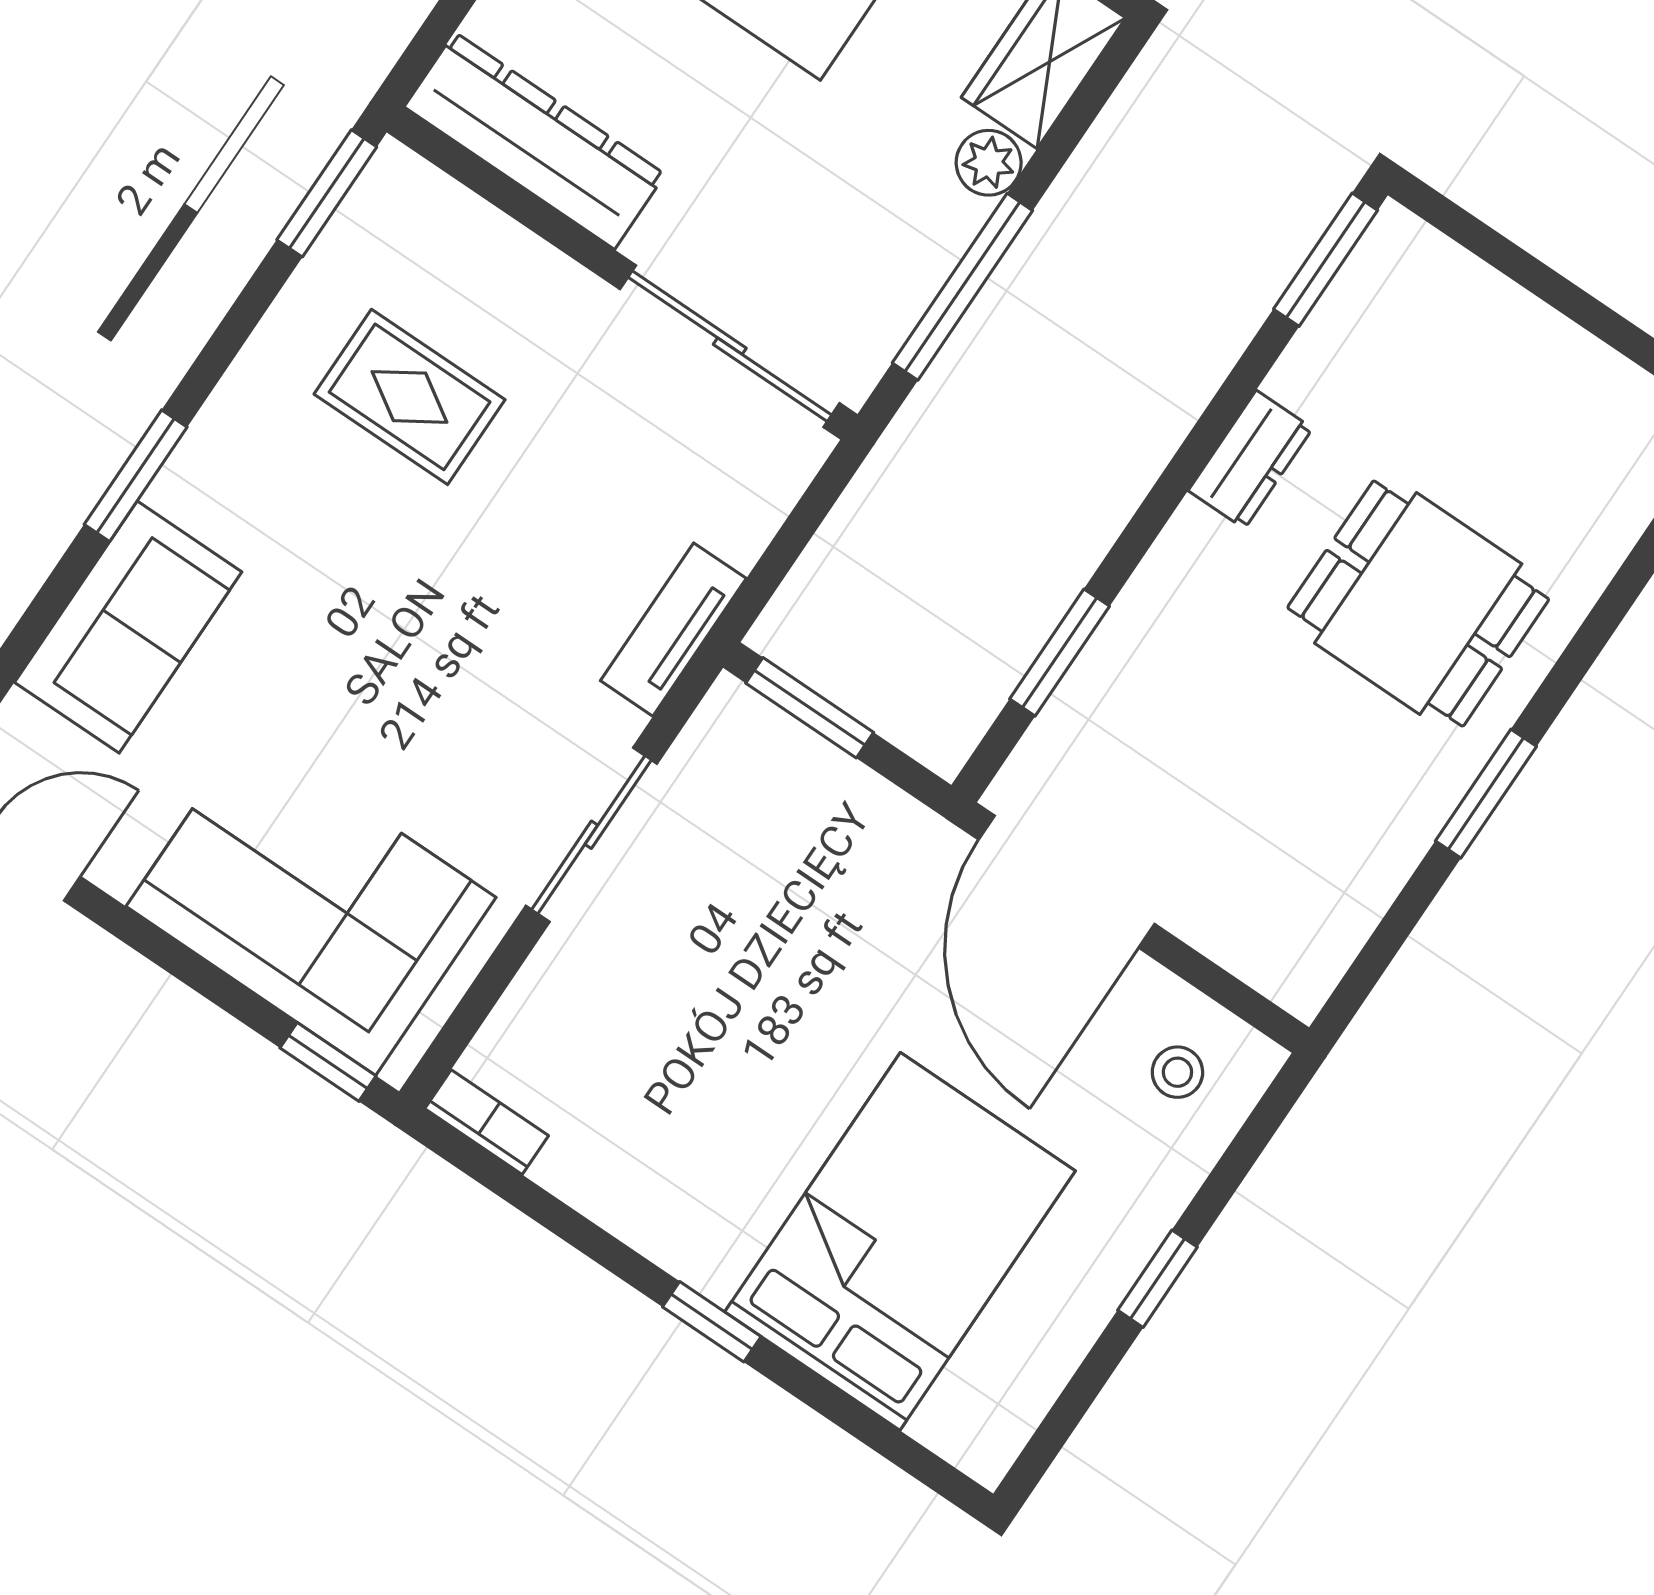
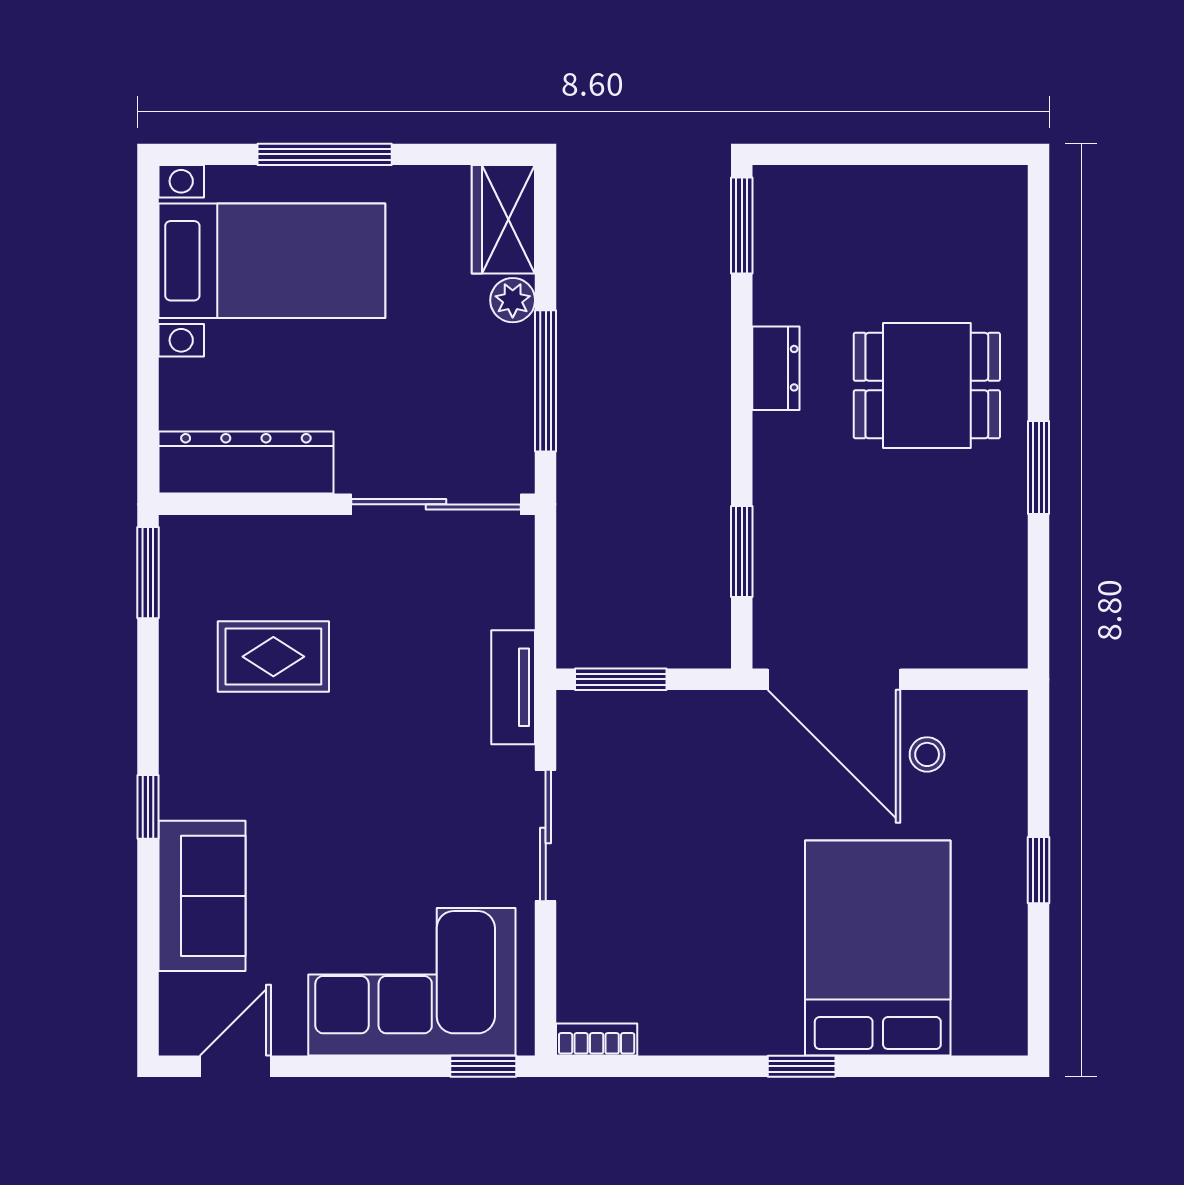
window: (136, 476) -> (148, 807), width x0.67
stool: (1177, 1072) -> (927, 754), moved

